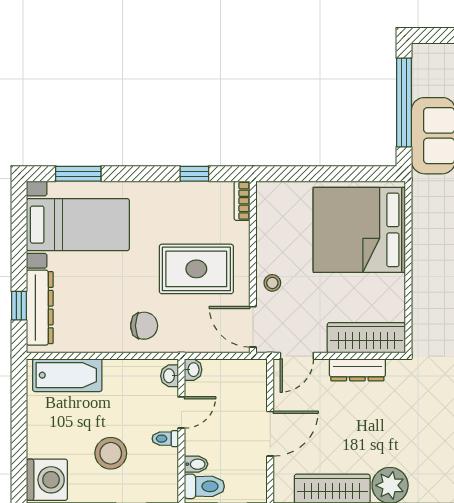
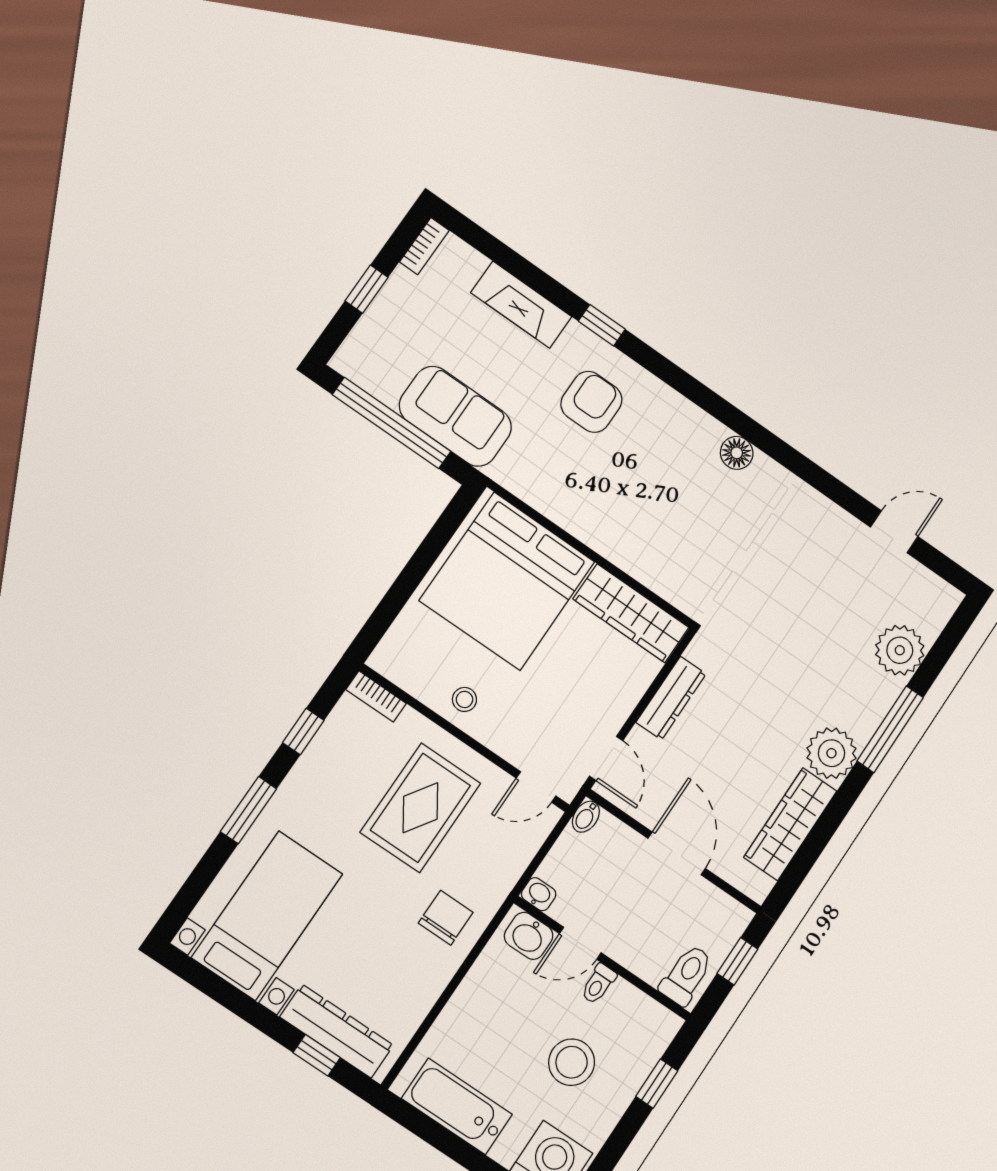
window: (78, 174) -> (248, 810), moved
stool: (272, 283) -> (465, 699), moved
door: (253, 327) -> (536, 787), width x0.73
wardrobe: (366, 338) -> (631, 613), moved, turned -90
bathtub: (67, 375) -> (457, 1106), moved, turned -90
washbasin: (170, 376) -> (529, 936), width x1.38, depth x1.45
door: (181, 412) -> (580, 943), swing flipped
bidet: (196, 464) -> (586, 817), moved, turned 180

